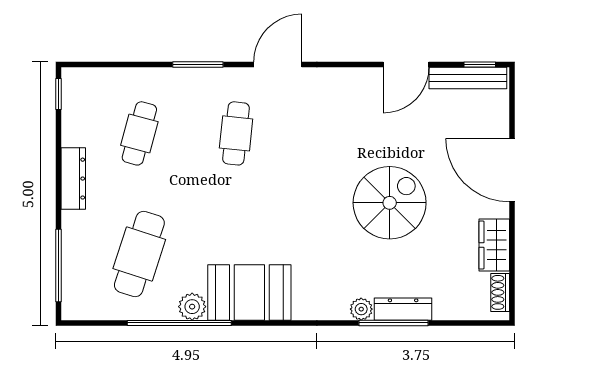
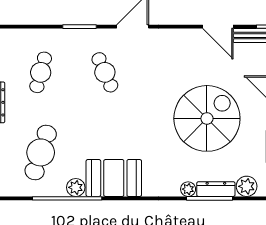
door: (406, 65) -> (218, 27), hinge flipped
cafe table: (236, 133) -> (105, 72), turned -30
spiral stairs: (390, 203) -> (207, 118), width x1.37, depth x1.37
plant: (449, 305) -> (247, 186), added

